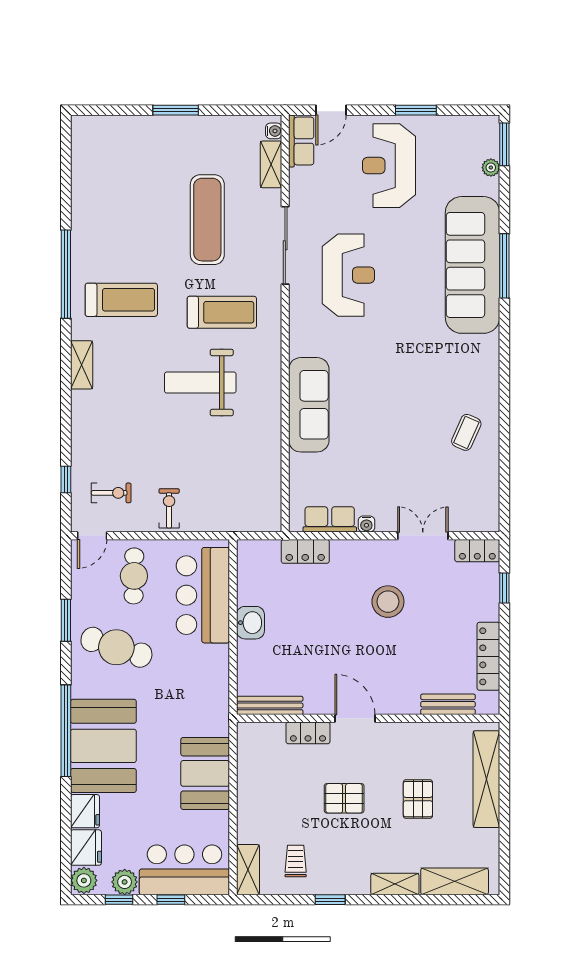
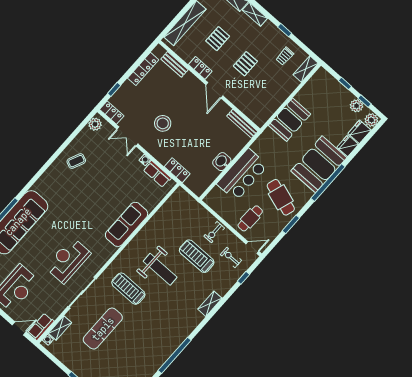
treadmill: (121, 300) -> (197, 256), moved
shelving: (82, 365) -> (210, 304), moved
plant: (487, 512) -> (95, 124), added
bar counter: (203, 595) -> (242, 175), moved
locker: (308, 733) -> (200, 68), moved
pallet: (344, 798) -> (245, 64), turned 90
bar counter: (184, 870) -> (330, 90), removed

